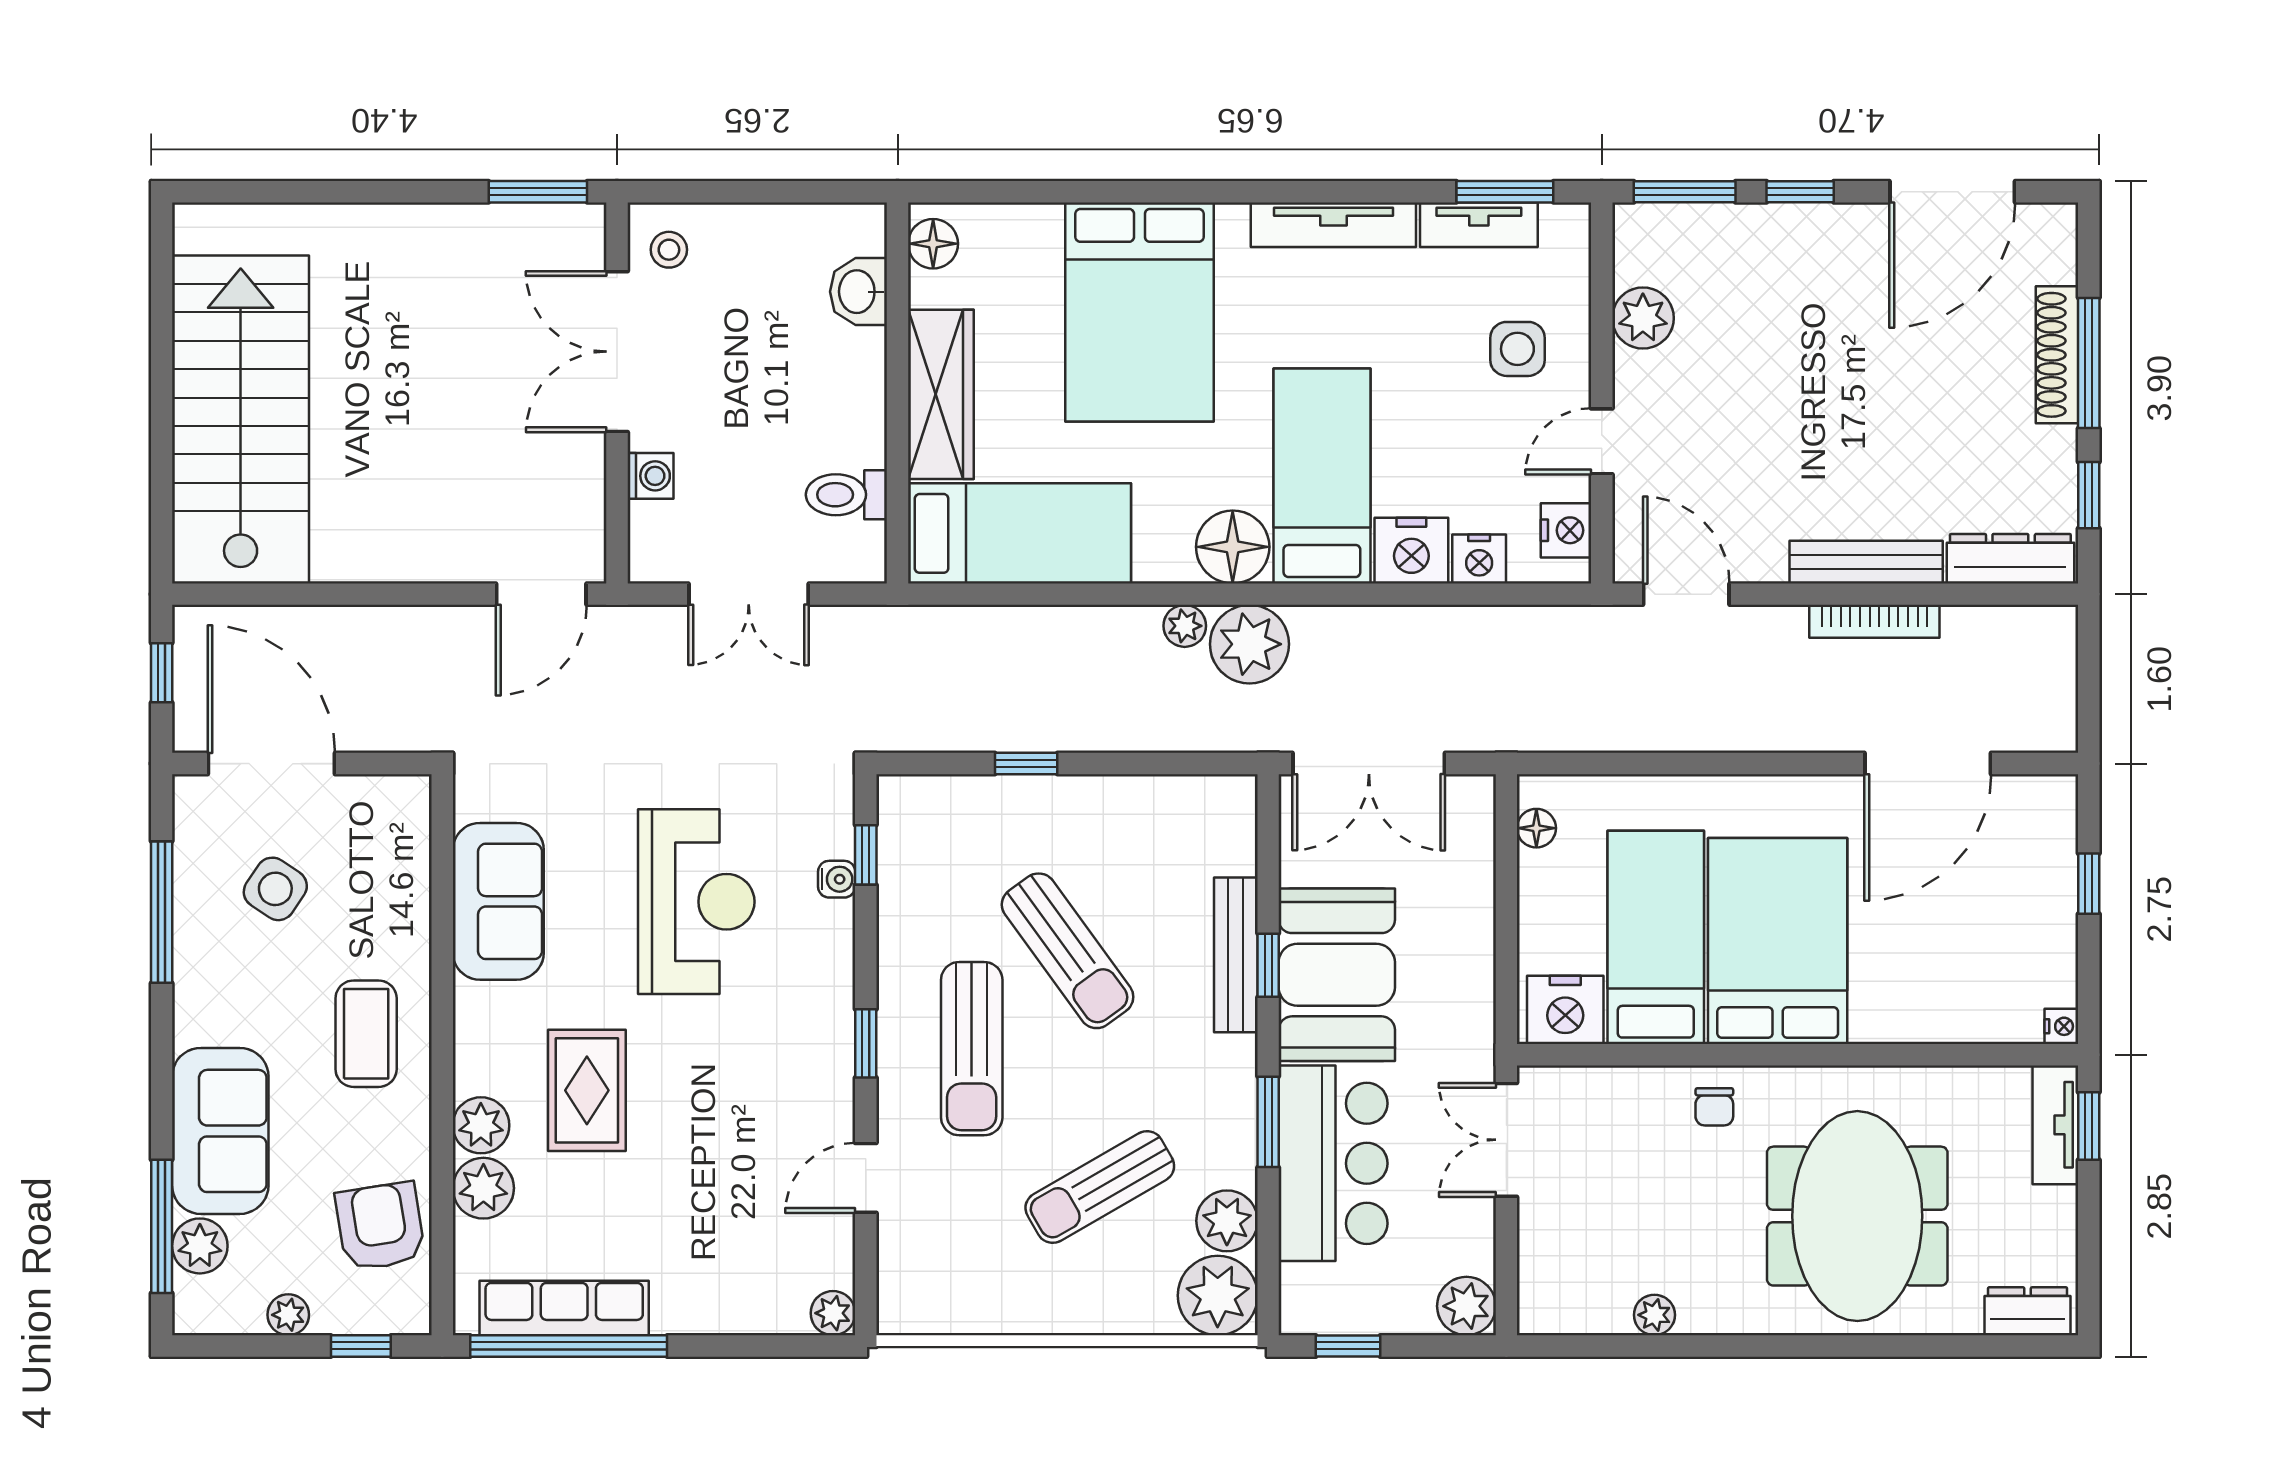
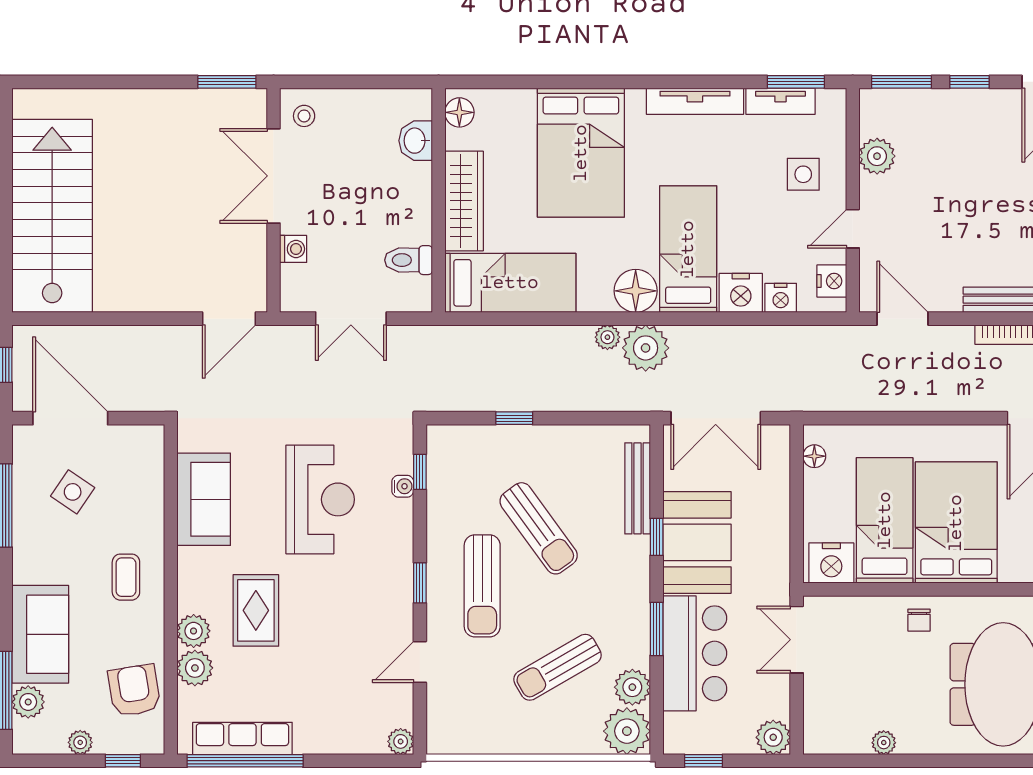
bench: (1236, 955) -> (638, 488), moved
coffee table: (366, 1034) -> (126, 577), width x0.73, depth x0.77

